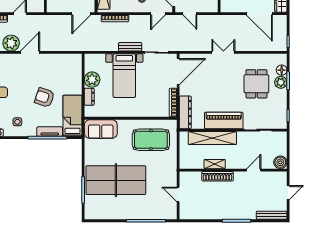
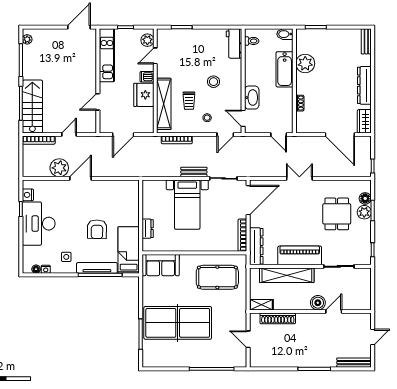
door: (81, 14) -> (123, 134), moved
door: (190, 14) -> (279, 134), moved
plant: (92, 80) -> (151, 209), removed
armchair: (45, 97) -> (97, 229), turned -107
tv unit: (50, 132) -> (97, 268), width x1.41
boiler: (280, 162) -> (318, 303), moved
shelving: (215, 164) -> (261, 305), moved
shoe rack: (218, 176) -> (278, 318), moved

